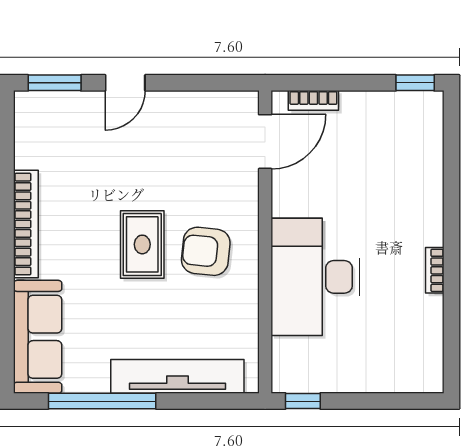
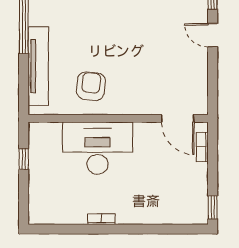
rug: (142, 244) -> (117, 45), removed
armchair: (206, 251) -> (91, 86), moved
window: (303, 401) -> (24, 159), moved

